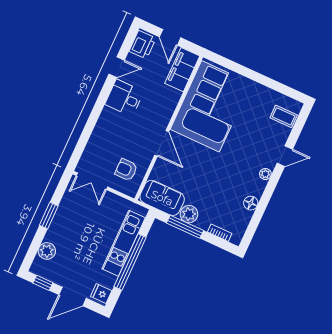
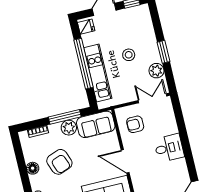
desk: (124, 98) -> (169, 148), moved
armchair: (126, 170) -> (135, 124), turned 180
armchair: (222, 190) -> (59, 162), added
stool: (83, 238) -> (129, 55), added
plant: (47, 251) -> (156, 71), moved

